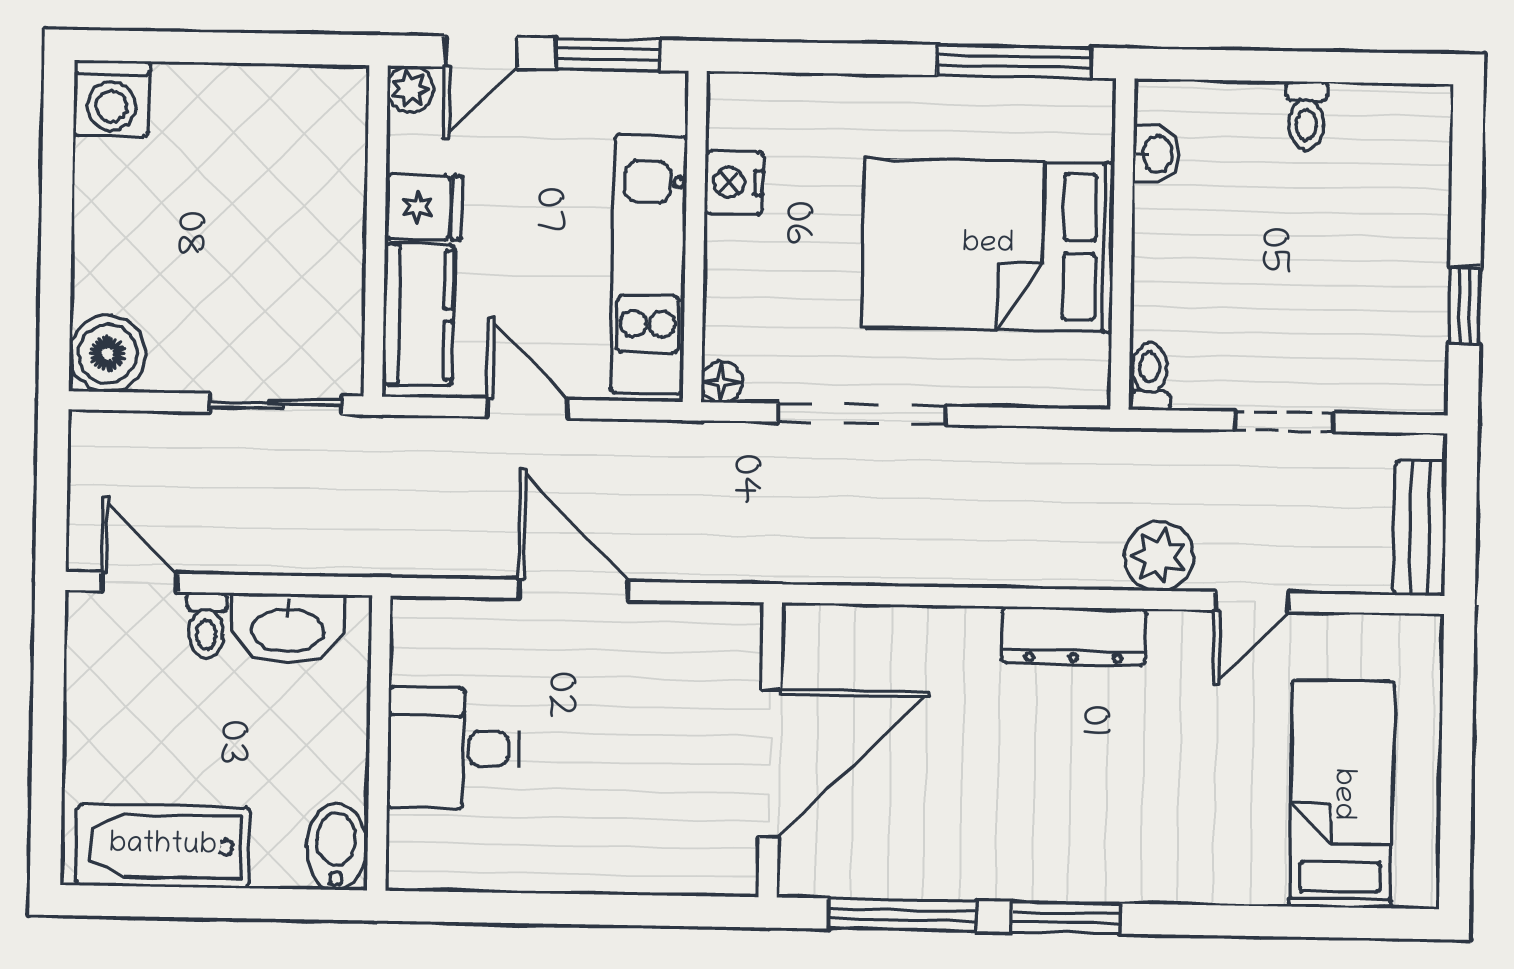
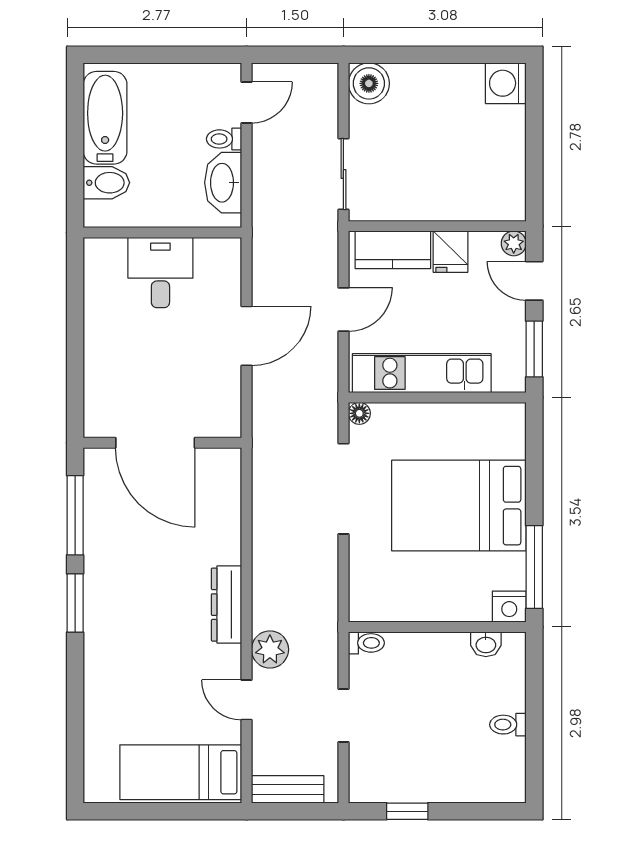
nightstand: (734, 183) -> (509, 607), moved, turned 180
bed: (988, 245) -> (459, 506), moved, turned -90
bed: (1342, 794) -> (181, 772), moved, turned 180
bidet: (336, 847) -> (106, 183), moved

